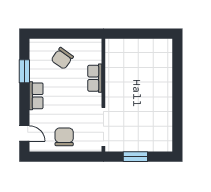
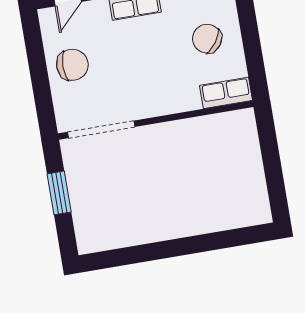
row of seats: (95, 78) -> (226, 93), moved

